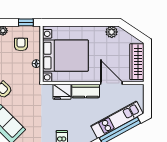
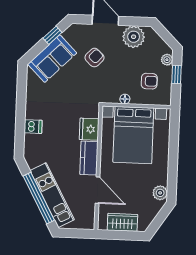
window: (26, 22) -> (176, 75), moved
wardrobe: (137, 62) -> (122, 222), width x0.67
door: (111, 83) -> (98, 190), hinge flipped

